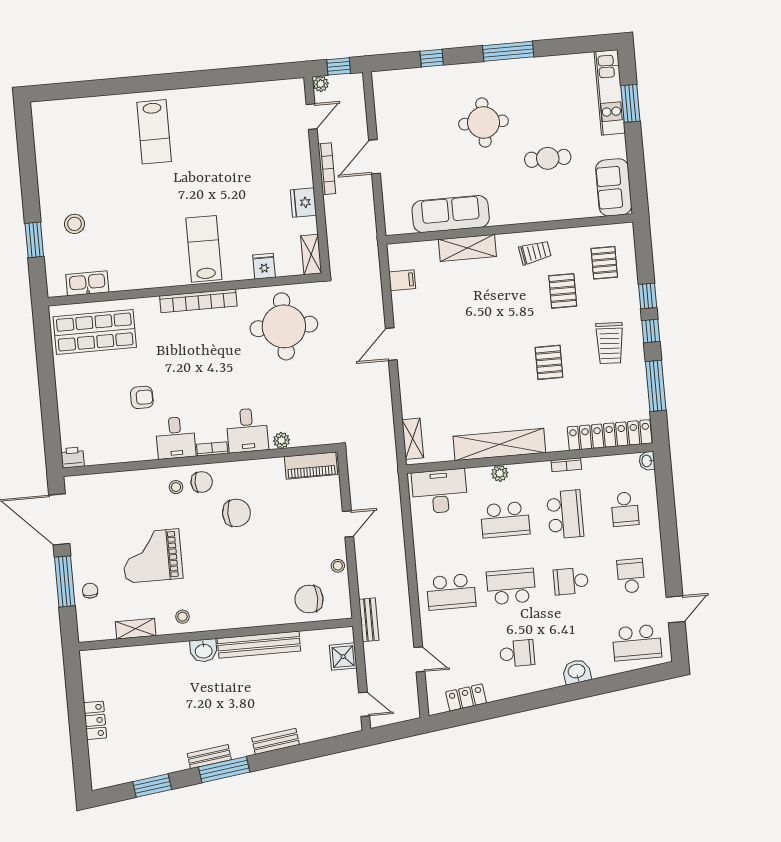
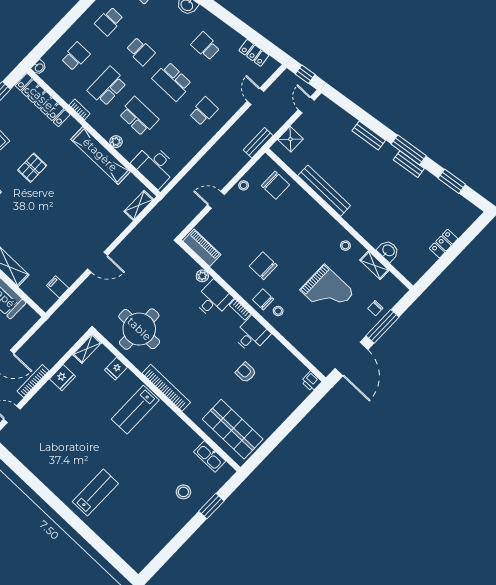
school desk: (451, 592) -> (204, 111), width x0.54
washbasin: (204, 651) -> (388, 251), moved
window: (397, 731) -> (305, 74), added

